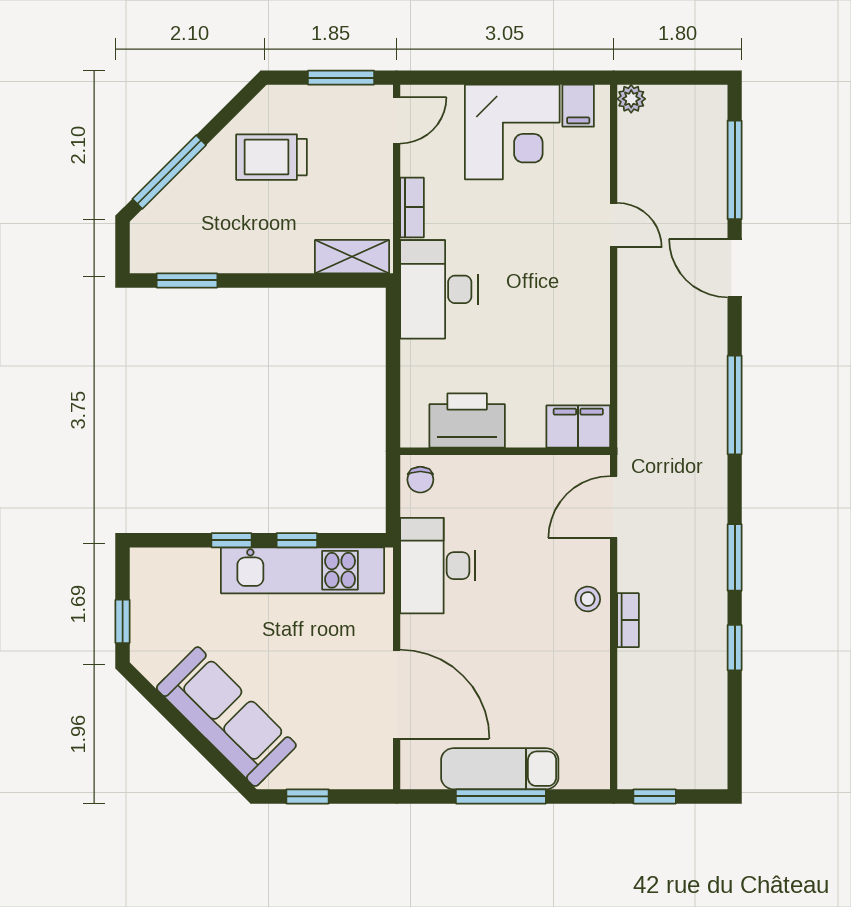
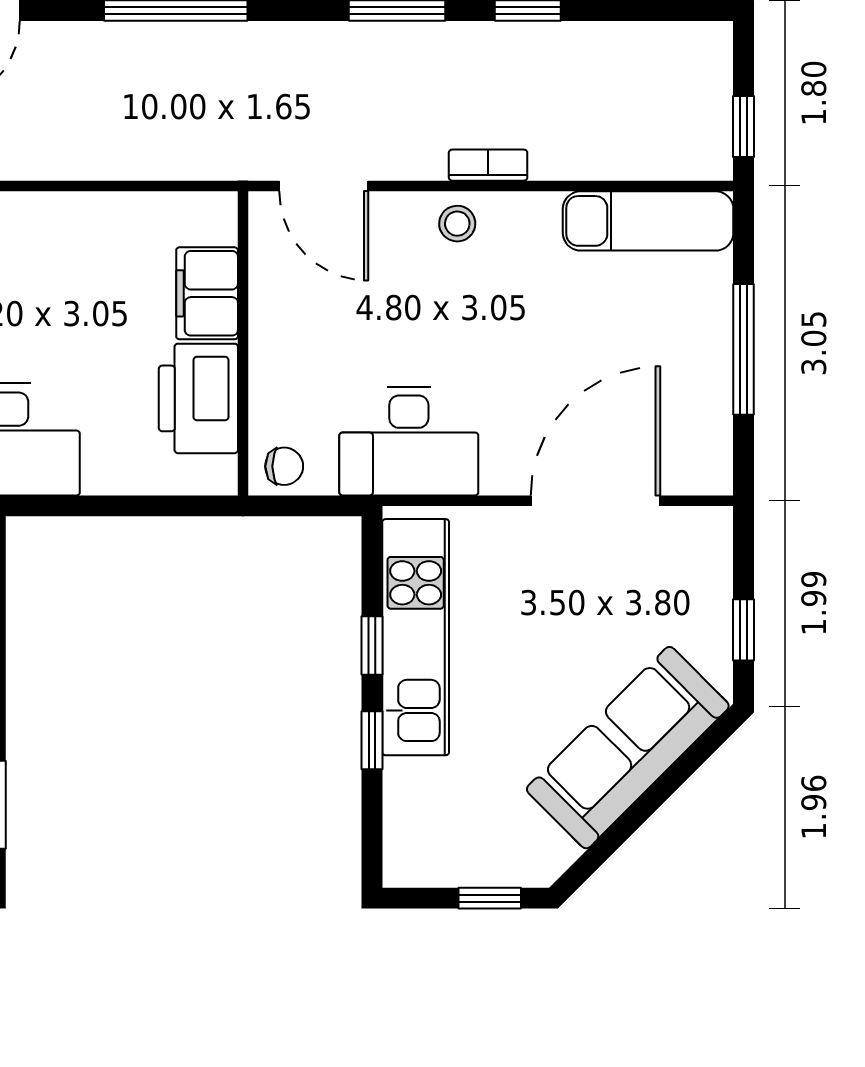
filing cabinet: (578, 426) -> (207, 293), moved
exam couch: (500, 769) -> (648, 221), moved, turned -90

